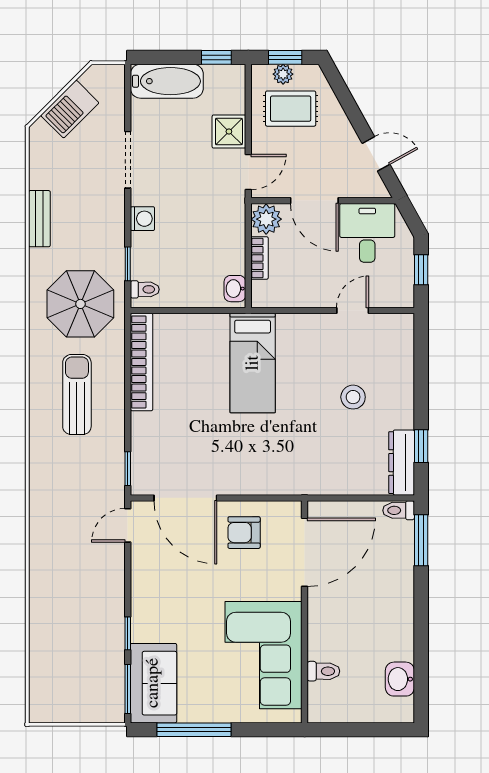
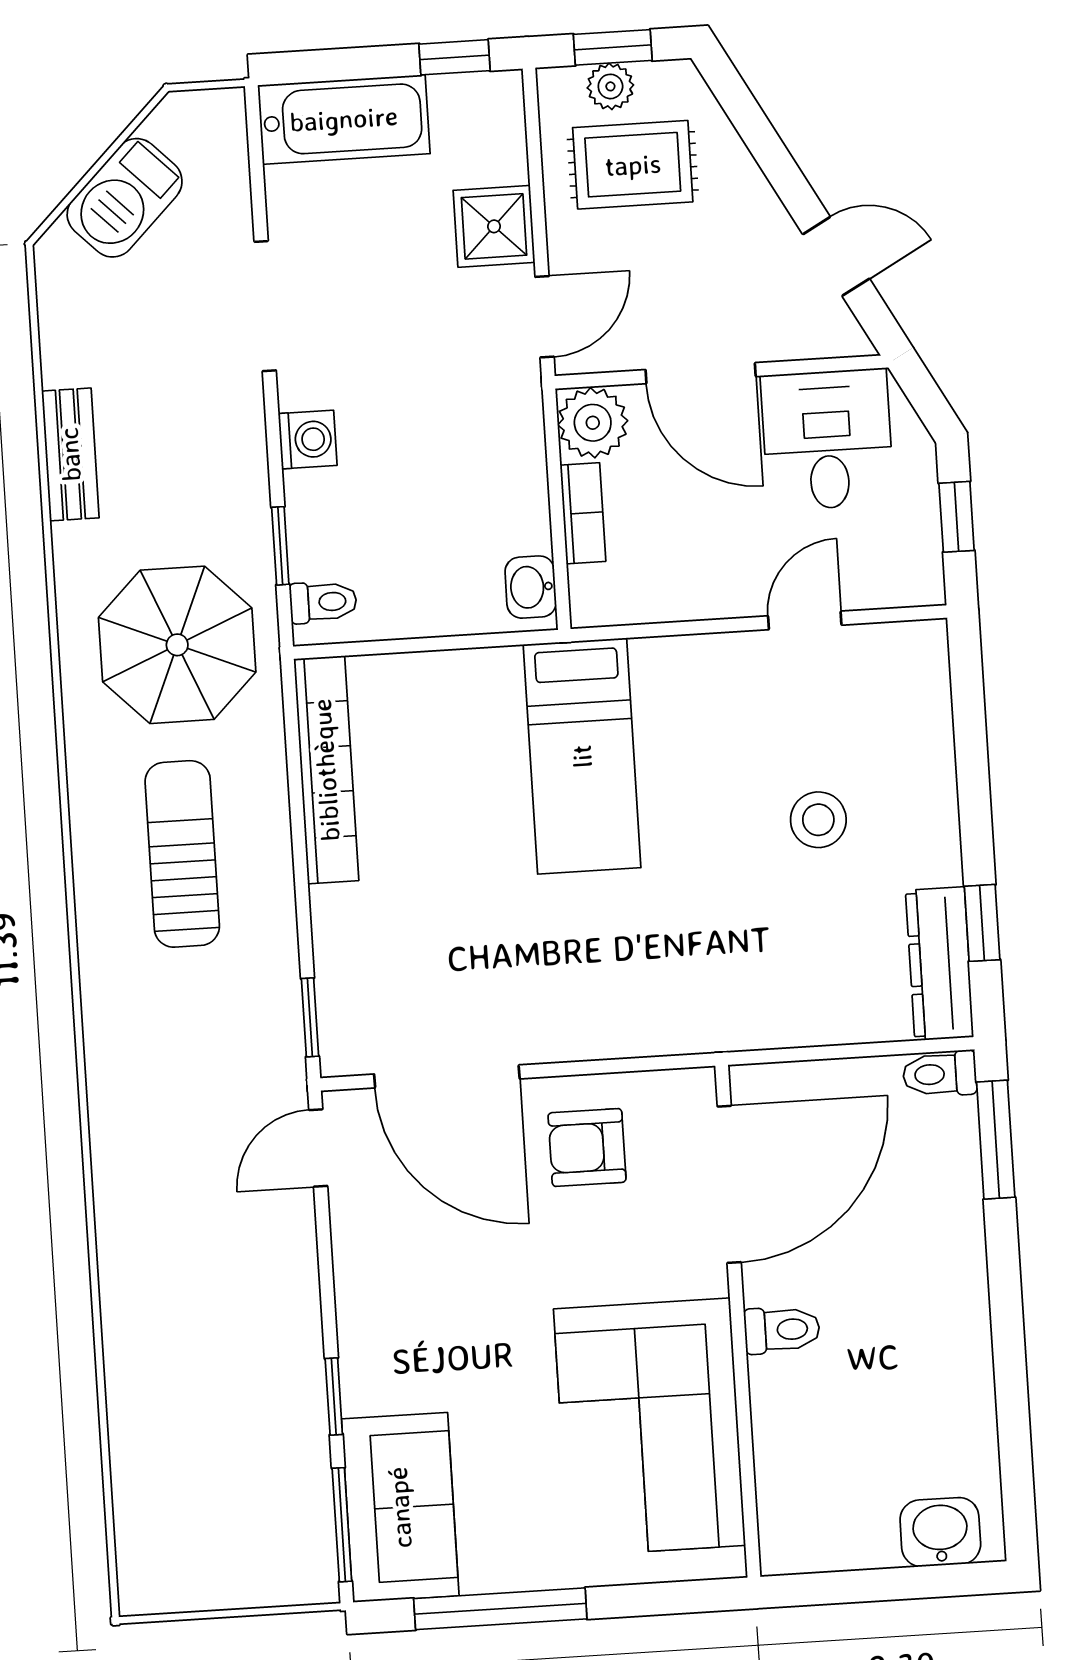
toilet: (323, 671) -> (782, 1330), moved
washbasin: (400, 679) -> (940, 1532), moved, turned 90

